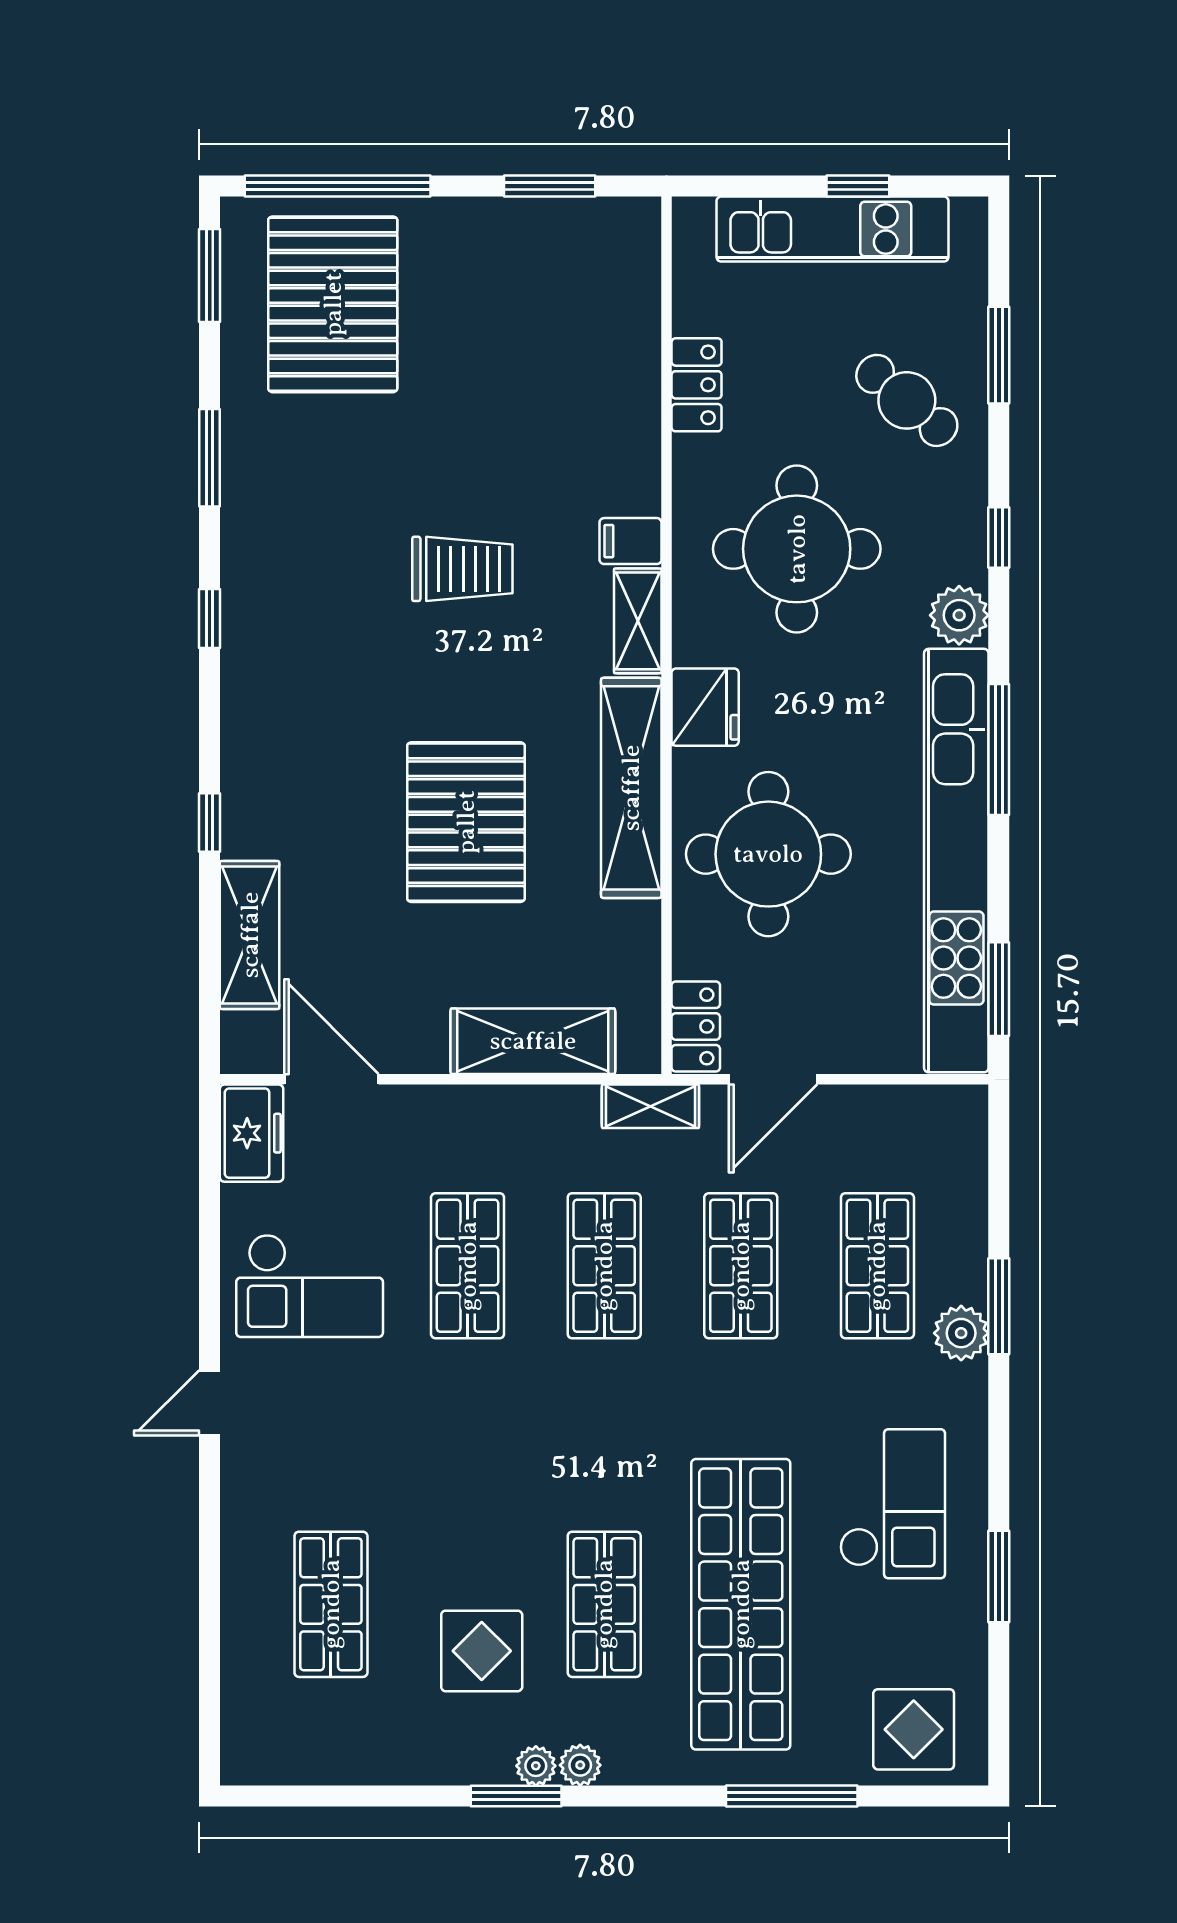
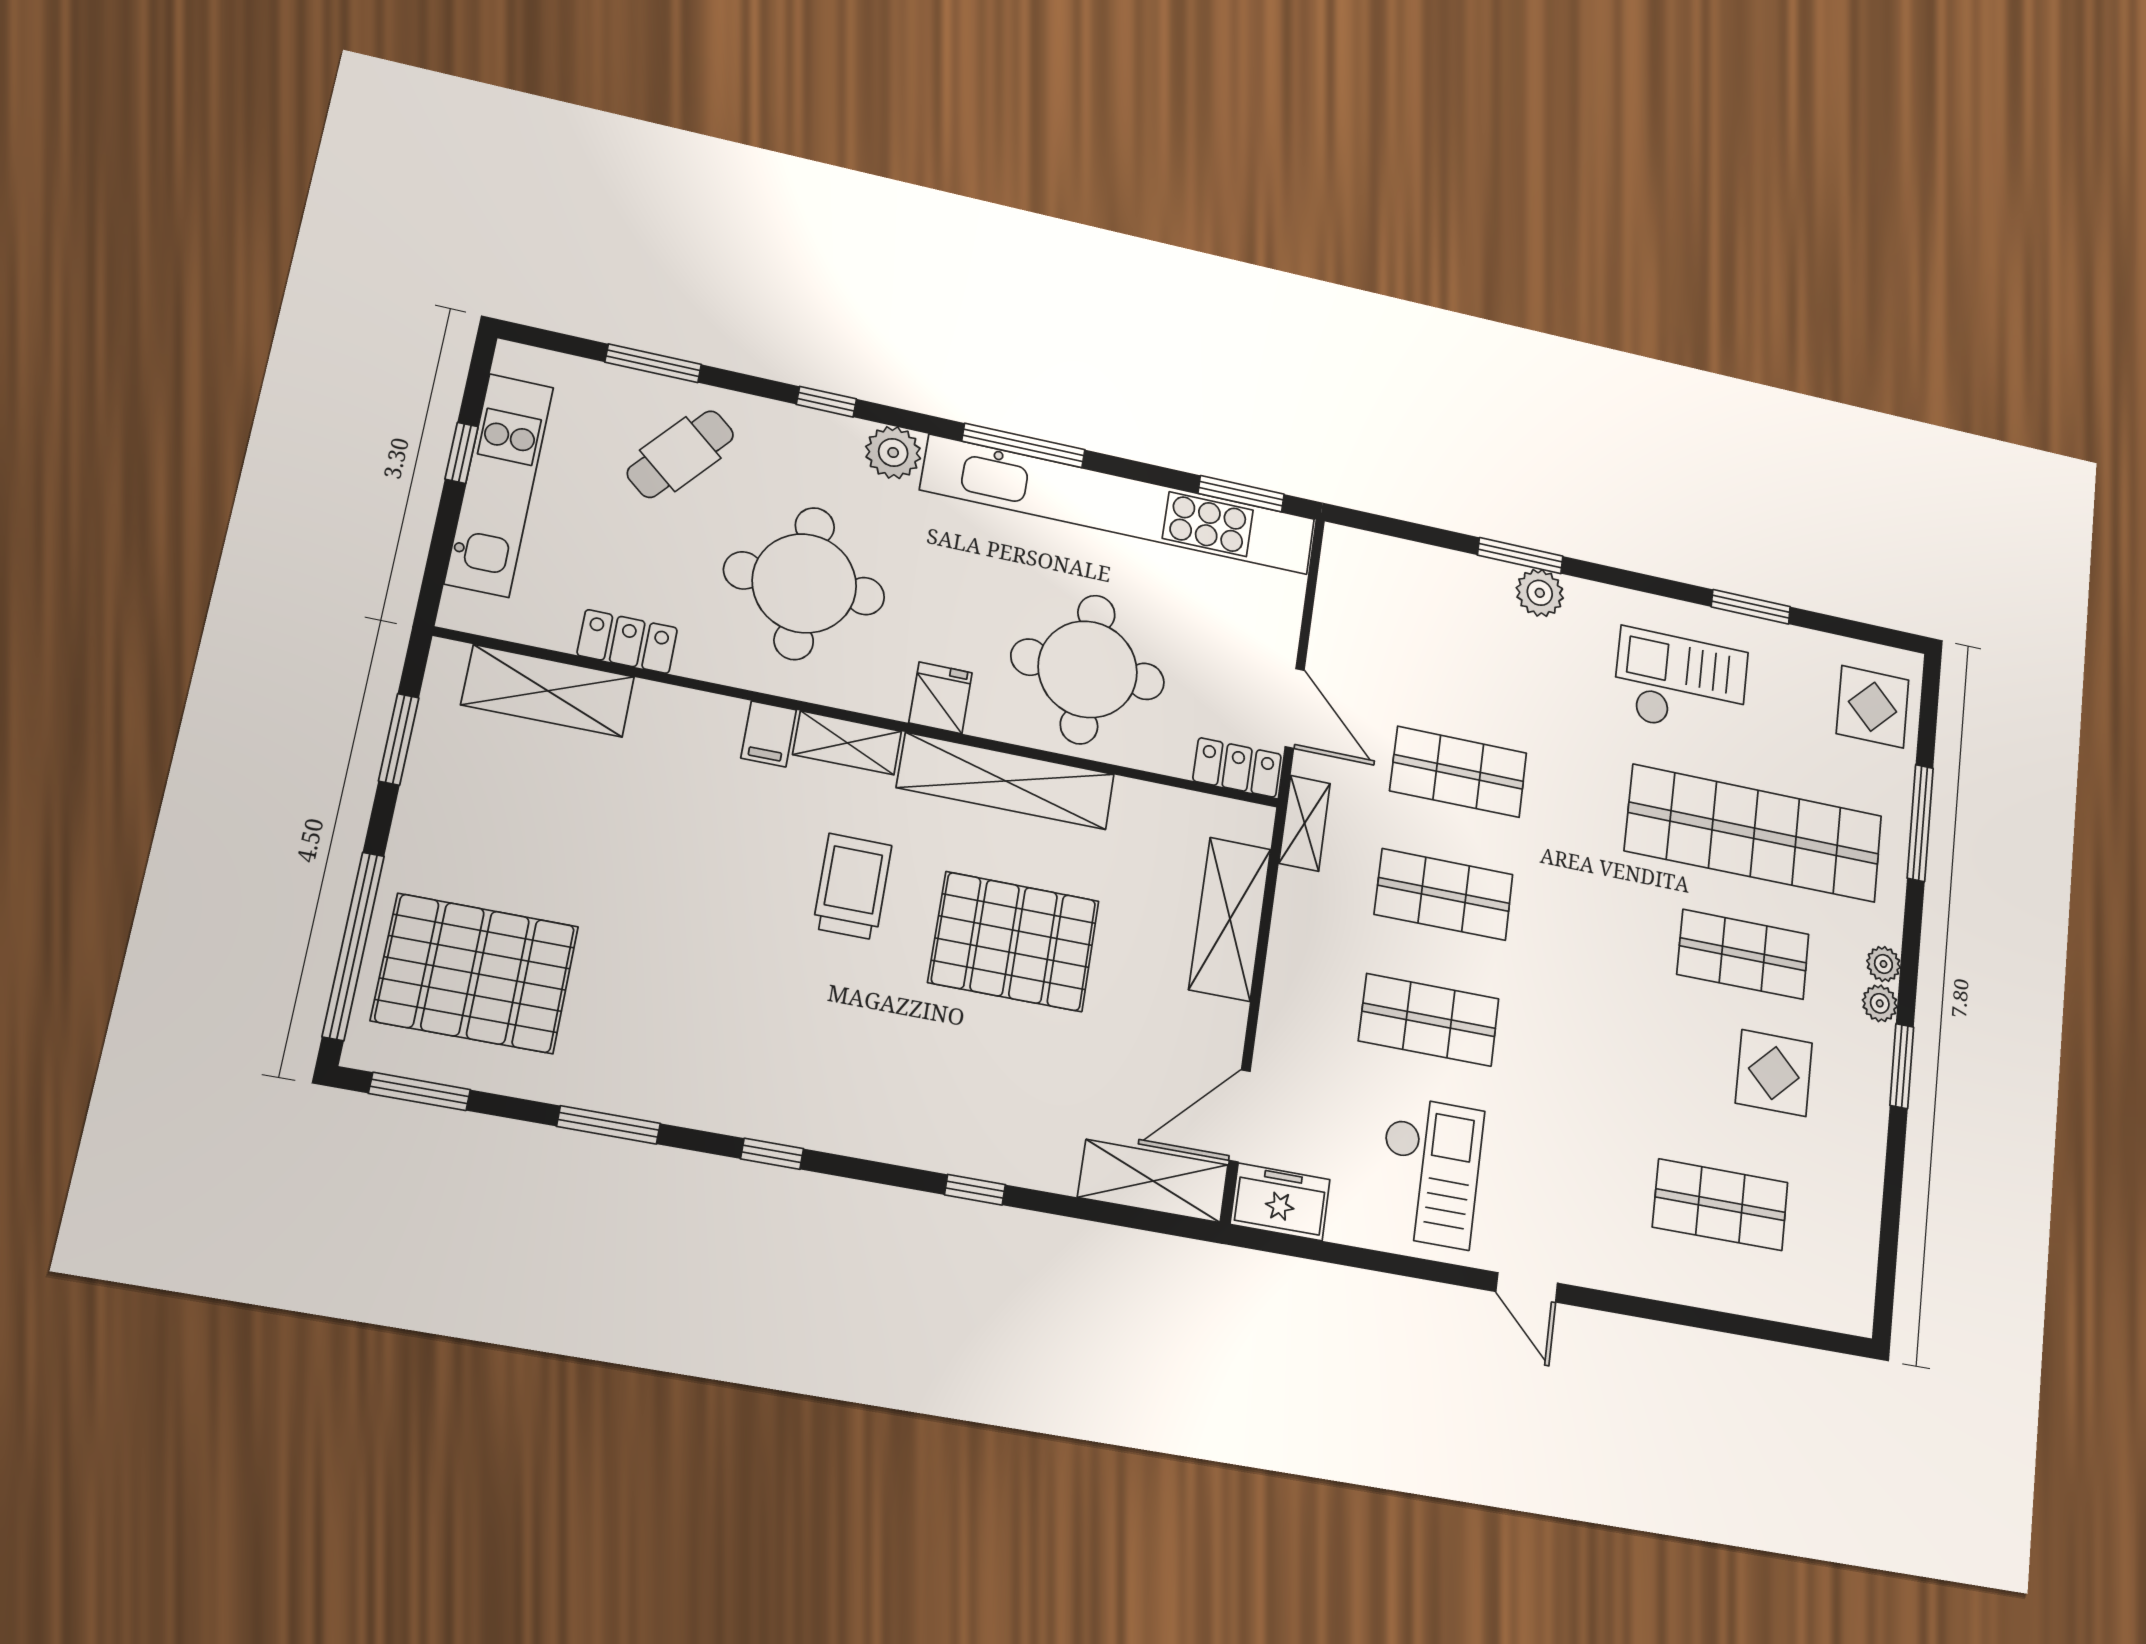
shelving: (629, 318) -> (548, 691), added
trolley: (462, 569) -> (852, 887), moved
fridge: (705, 707) -> (940, 698), width x0.72
shelving: (250, 935) -> (1153, 1181), moved
shop shelf: (877, 1266) -> (1473, 652), removed
plant: (536, 1766) -> (1883, 964), moved

